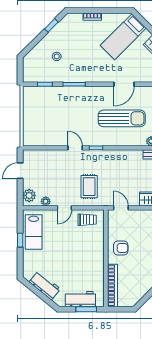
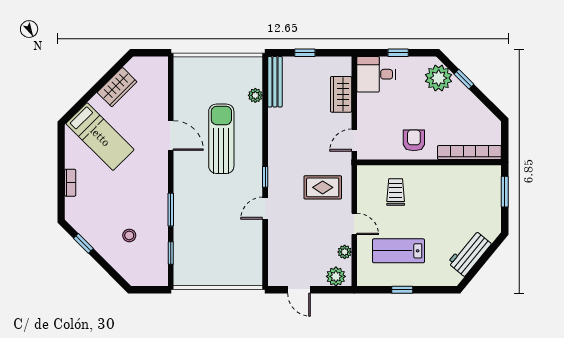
trolley: (87, 220) -> (396, 192), moved
lab bench: (34, 232) -> (399, 251), moved, turned 180
workbench: (80, 299) -> (490, 200), removed

